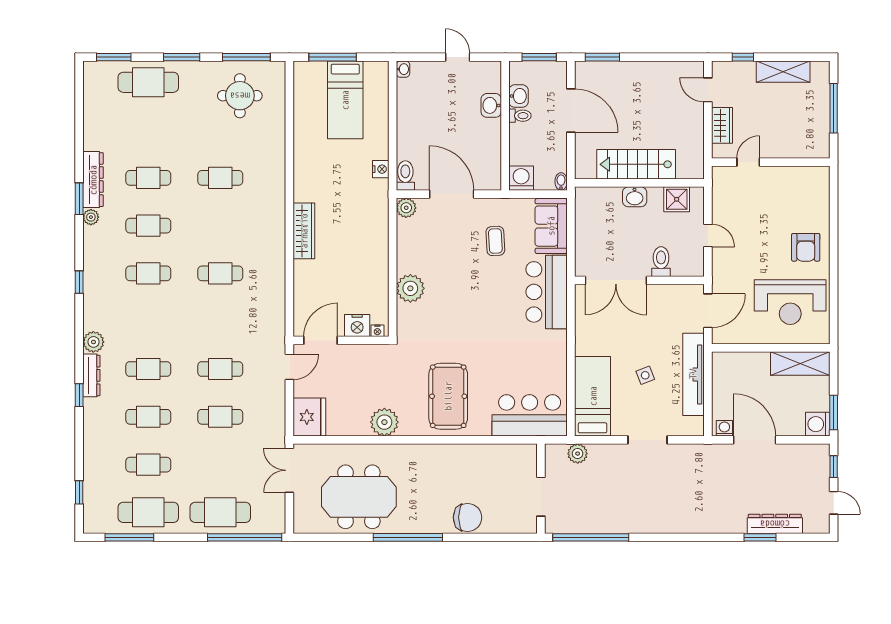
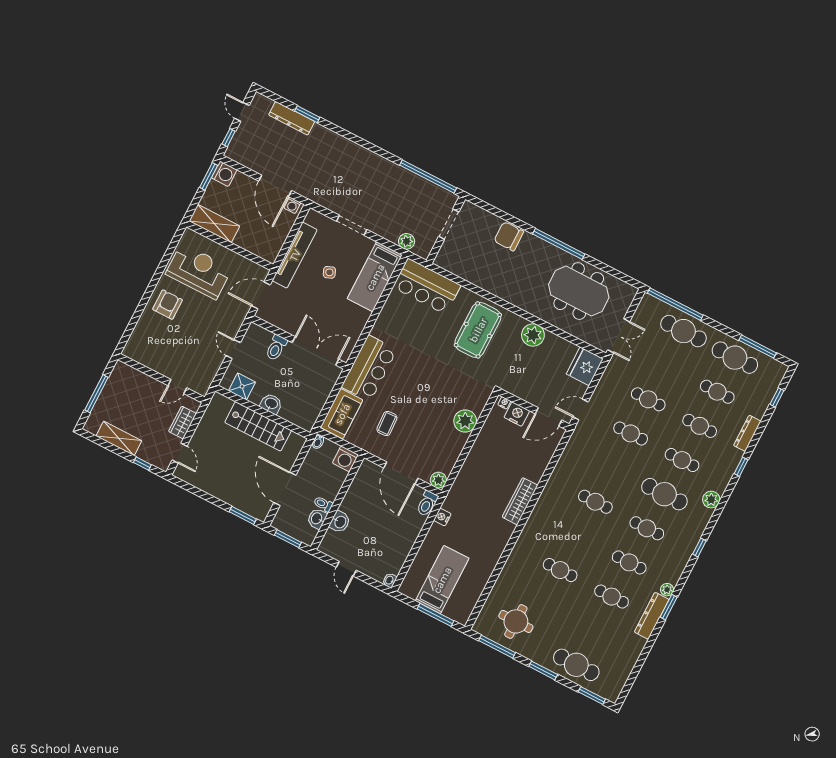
cafe table: (148, 321) -> (664, 494), added
dresser: (91, 375) -> (747, 433), moved

